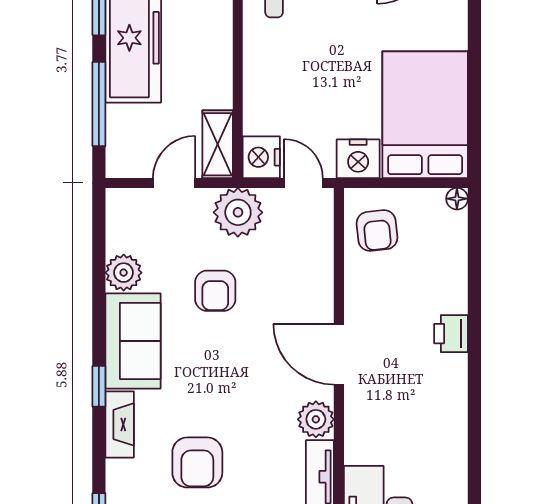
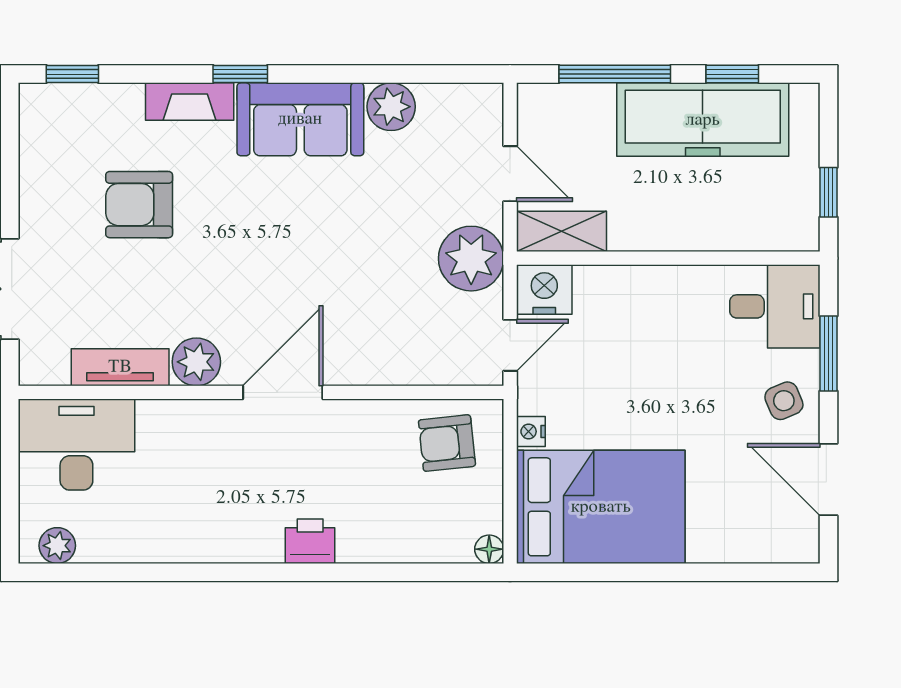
nightstand: (358, 159) -> (531, 431), width x0.53, depth x0.56
armchair: (215, 291) -> (367, 228), removed

